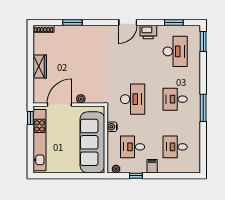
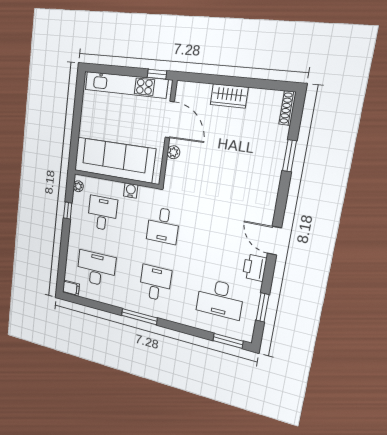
desk: (133, 99) -> (163, 225), width x0.73
desk: (175, 147) -> (96, 269), width x1.37
filing cabinet: (152, 166) -> (71, 288), moved

